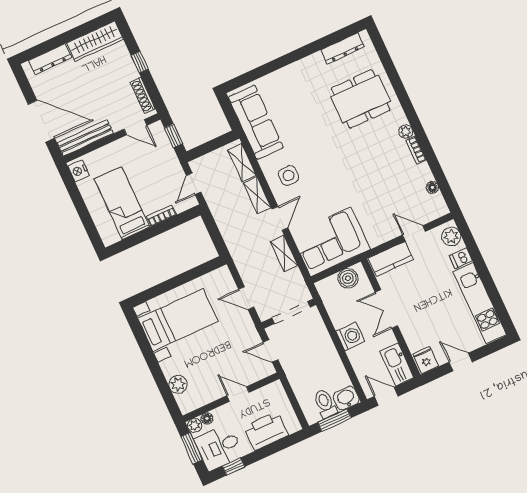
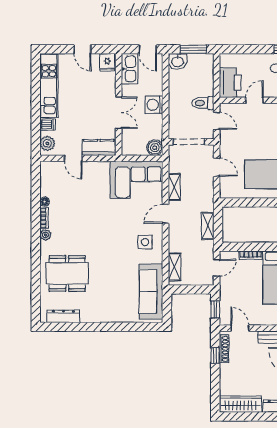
window: (140, 62) -> (215, 356), moved
floor lamp: (432, 187) -> (45, 202), moved
shelving: (257, 195) -> (208, 226), moved
boiler: (348, 278) -> (155, 148), moved
door: (238, 394) -> (255, 100), swing flipped
toilet: (325, 404) -> (203, 103), moved, turned 90
printer: (266, 431) -> (230, 83), moved, turned -90

